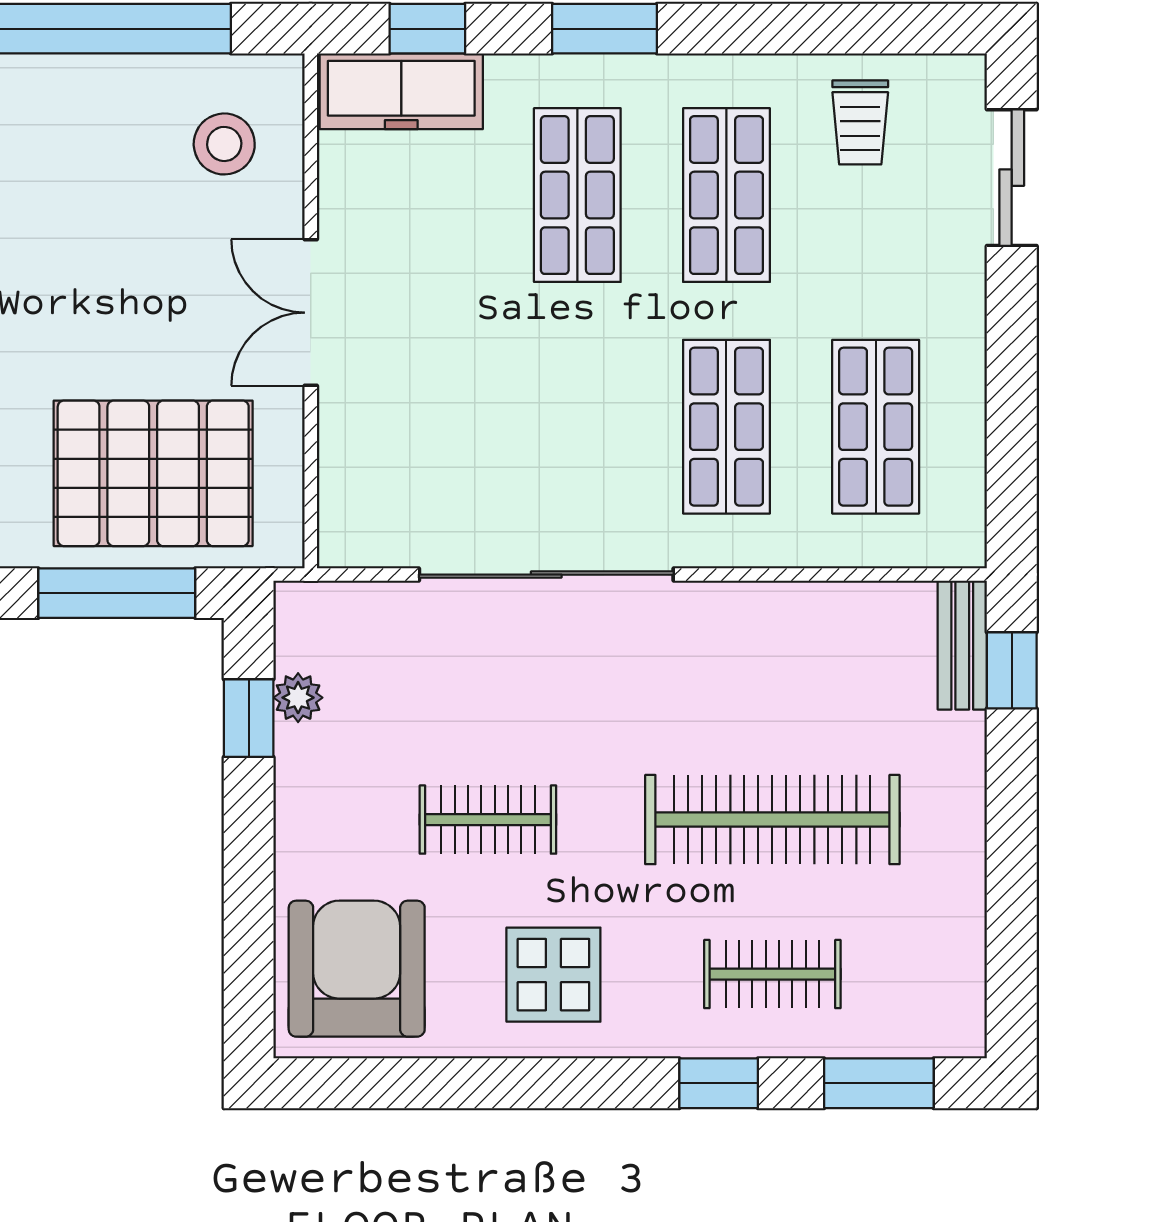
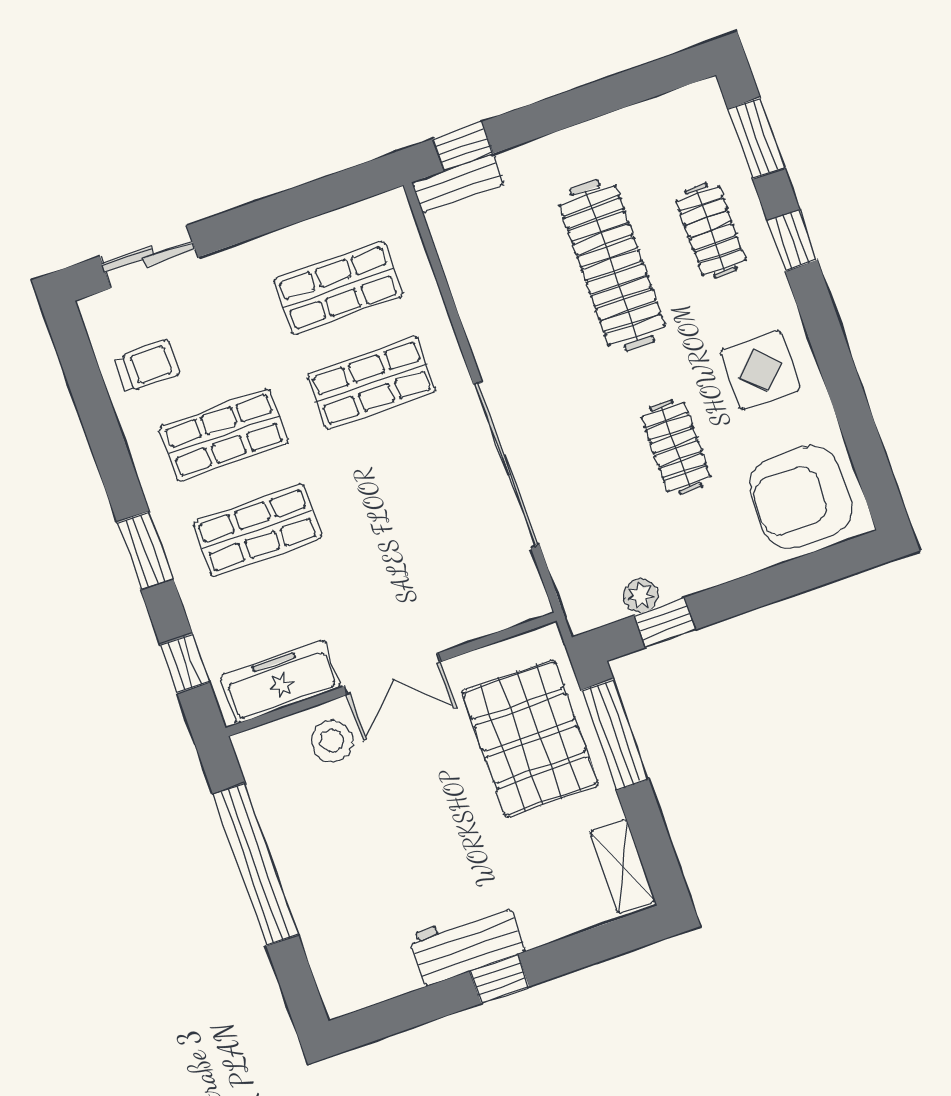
freezer: (401, 91) -> (281, 682), moved, turned -90
stool: (224, 144) -> (332, 741), moved

